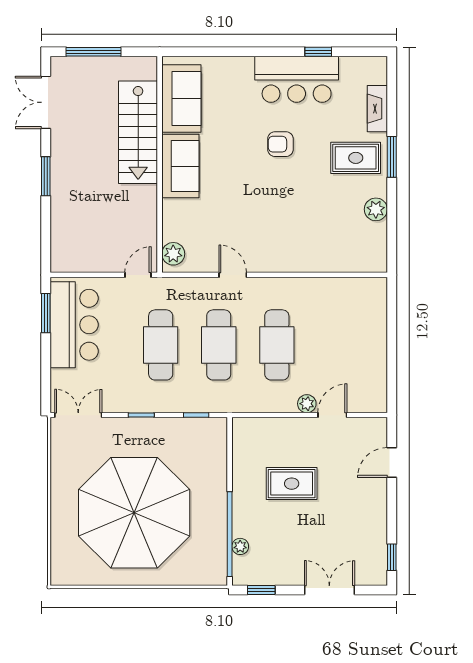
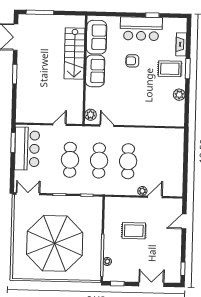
sofa: (181, 99) -> (97, 37), moved
stairs: (138, 132) -> (74, 53), moved
wall: (160, 164) -> (85, 70), moved
sofa: (180, 166) -> (95, 71), moved
plant: (173, 254) -> (91, 115), moved

